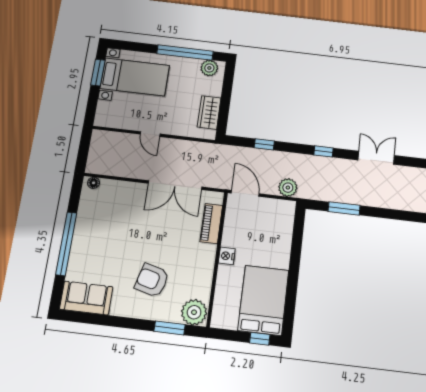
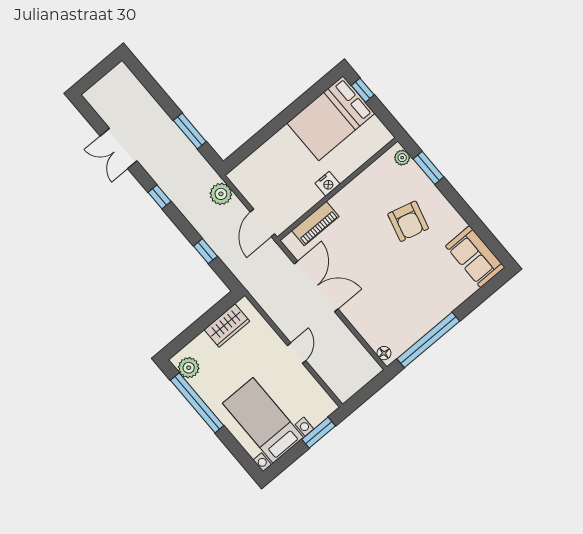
window: (98, 73) -> (319, 433), moved
window: (66, 244) -> (428, 340), moved
plant: (194, 312) -> (402, 158), width x0.53, depth x0.53

